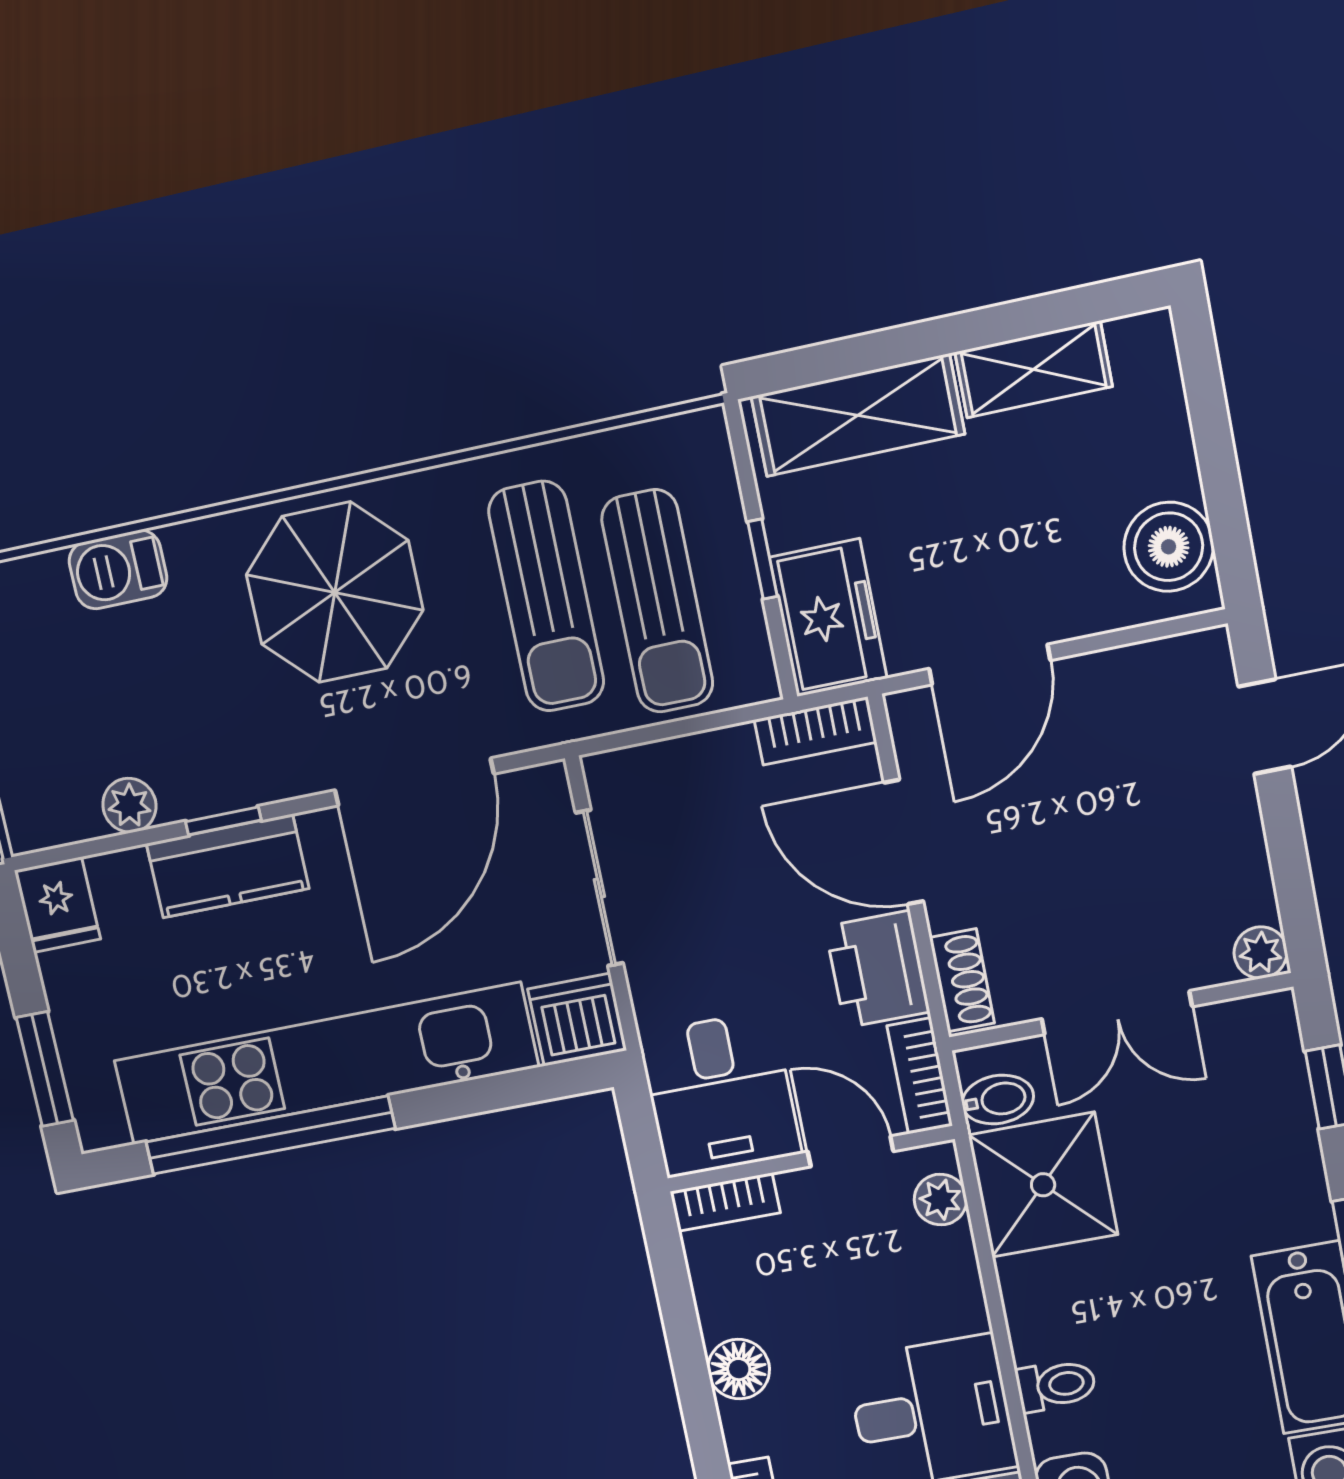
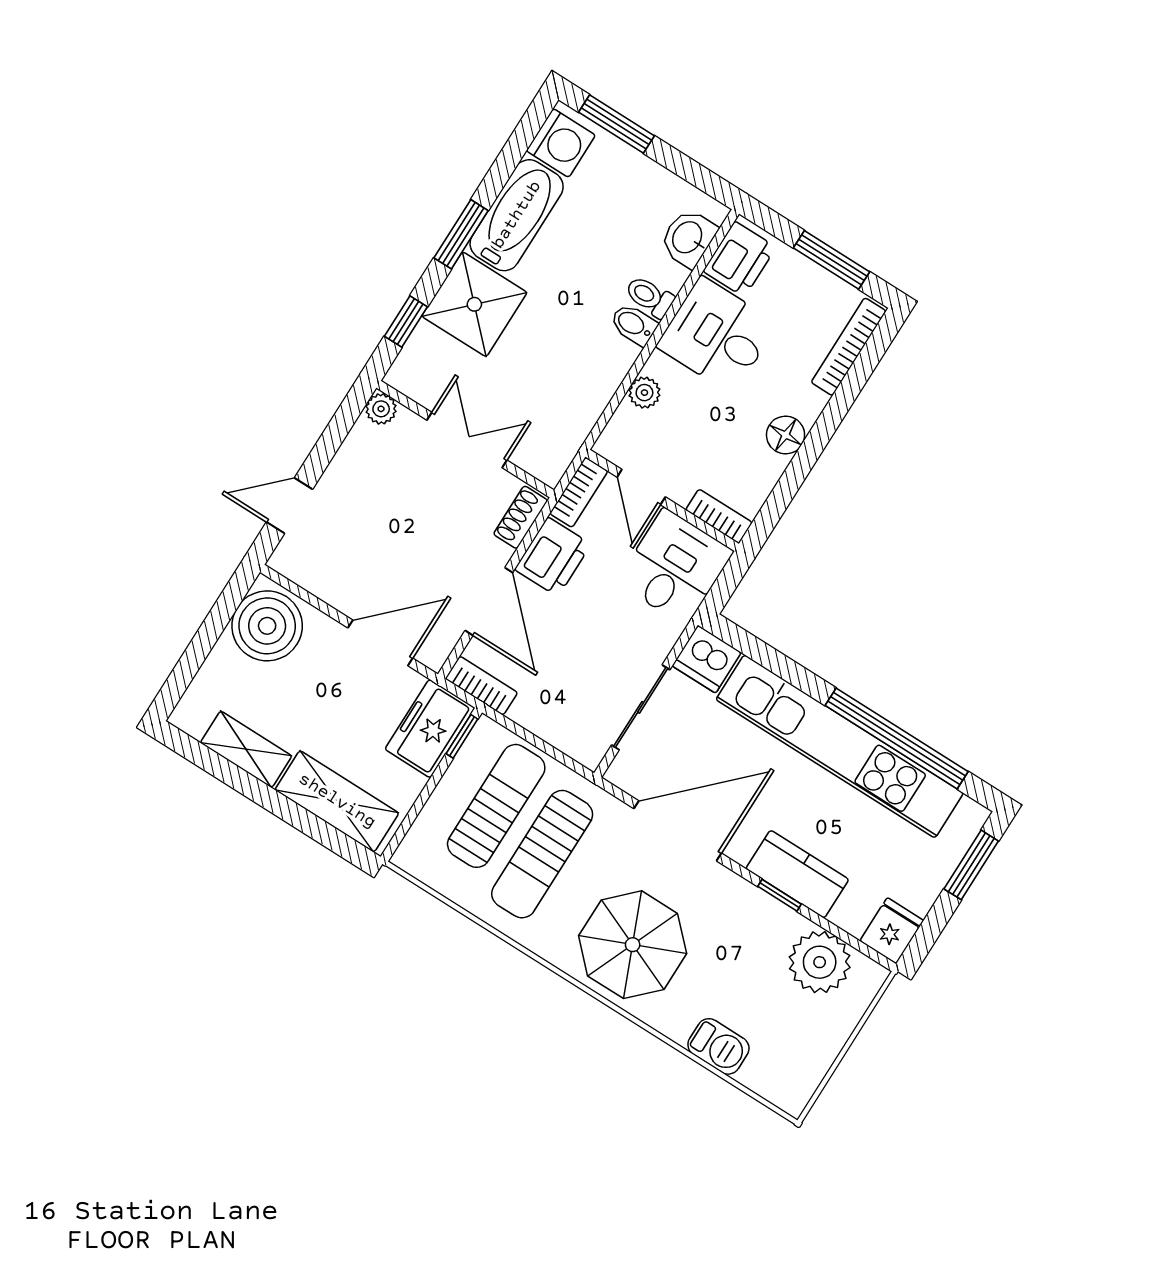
boiler: (1169, 547) -> (267, 626), width x1.37, depth x1.37
window: (763, 559) -> (462, 736), moved
sun lounger: (546, 596) -> (542, 854), turned 180
plant: (129, 805) -> (820, 962), width x1.88, depth x1.88
bidet: (998, 1100) -> (634, 325), moved
shower: (1043, 1185) -> (474, 304), moved
plant: (940, 1200) -> (644, 393), moved

